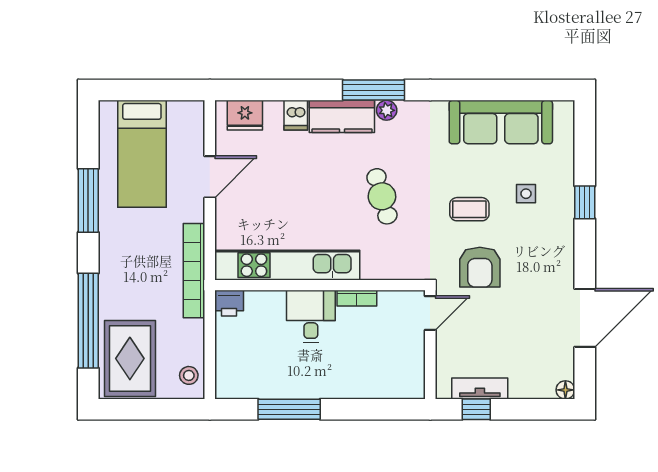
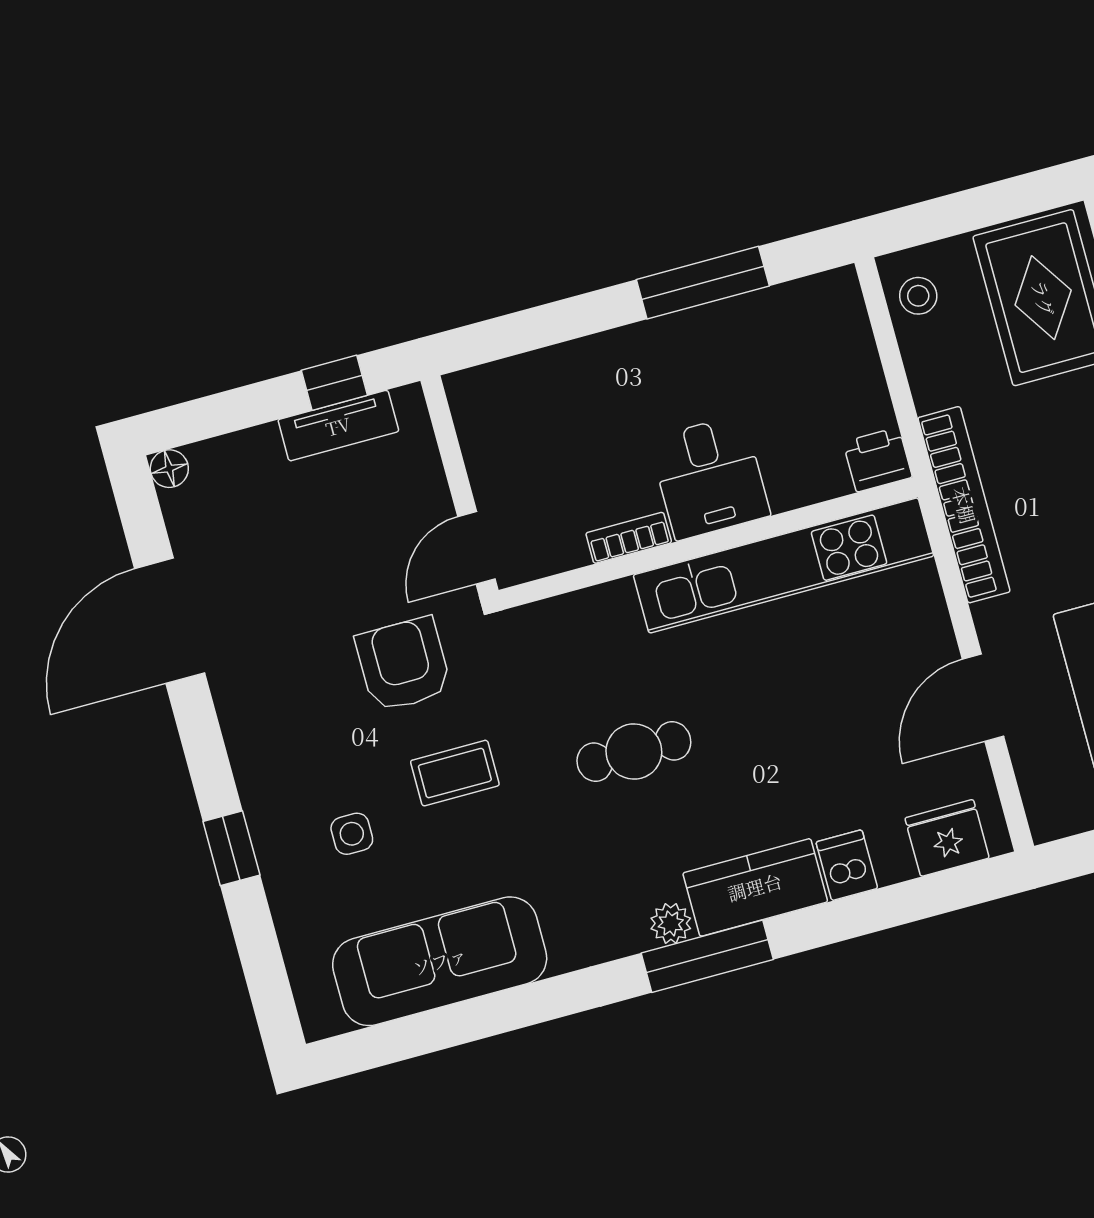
cafe table: (382, 196) -> (634, 752), turned -74

